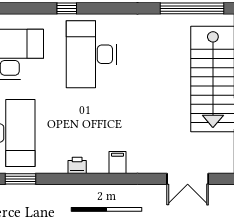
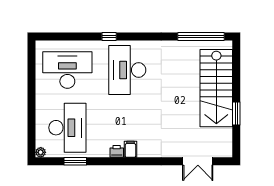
filing cabinet: (118, 162) -> (130, 149), moved

